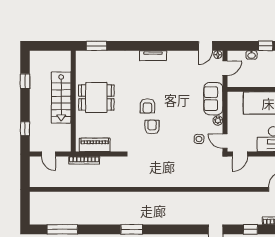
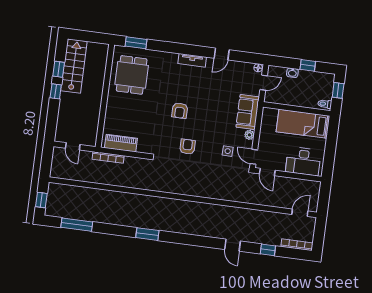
door: (205, 46) -> (222, 54), moved
dining table: (96, 97) -> (132, 75), moved, turned 90
stairs: (61, 98) -> (74, 66), moved, turned 180
armchair: (152, 127) -> (187, 147), moved
window: (25, 129) -> (56, 91), moved
door: (240, 154) -> (267, 172), hinge flipped
window: (25, 210) -> (41, 200), added

